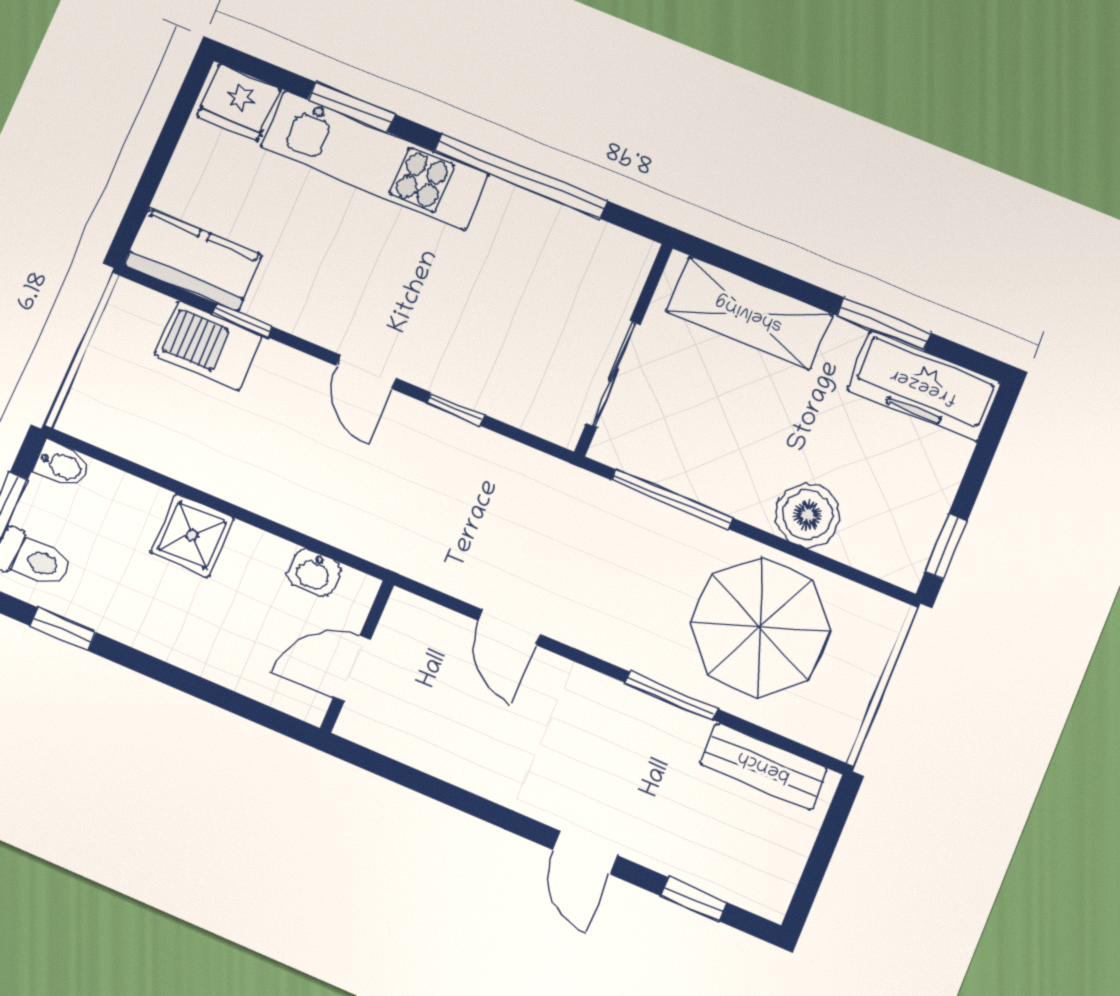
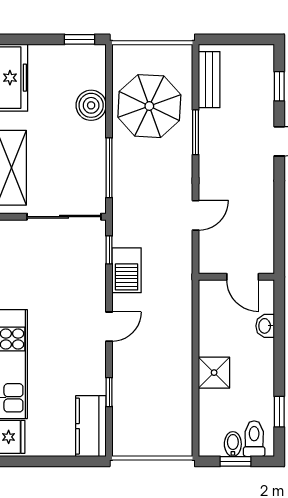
barbecue: (208, 345) -> (127, 270), moved
sliding door: (613, 374) -> (64, 217), width x1.37
window: (455, 409) -> (109, 250), moved
bidet: (62, 465) -> (233, 444), moved
washbasin: (314, 573) -> (265, 326), moved, turned 180

